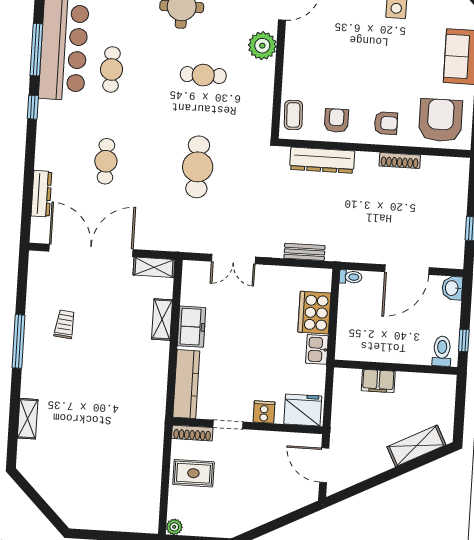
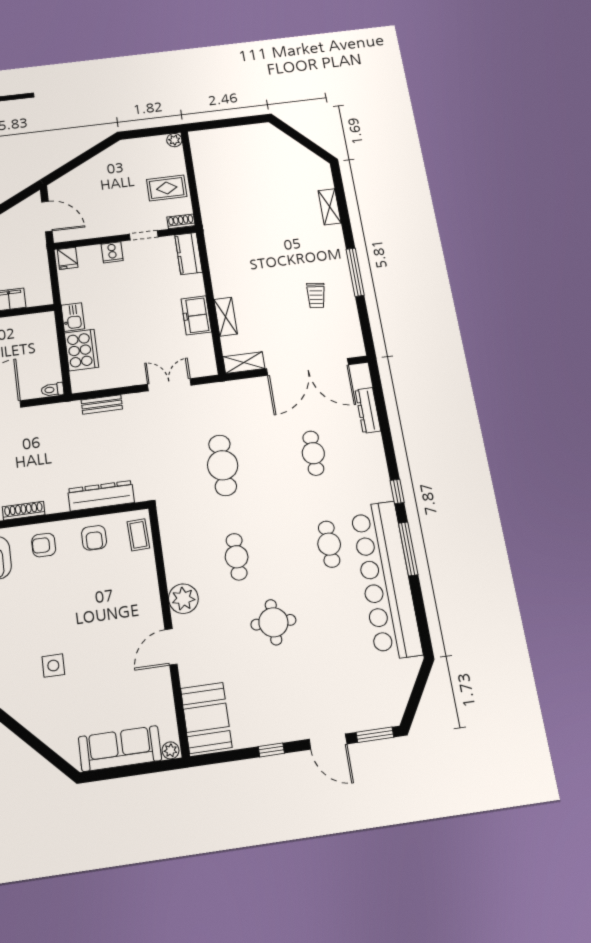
cafe table: (203, 75) -> (237, 557), turned 90
kitchen counter: (186, 384) -> (189, 254), width x0.67
fridge: (303, 410) -> (68, 258), width x0.53, depth x0.75
shoe rack: (192, 433) -> (181, 221), width x0.70

